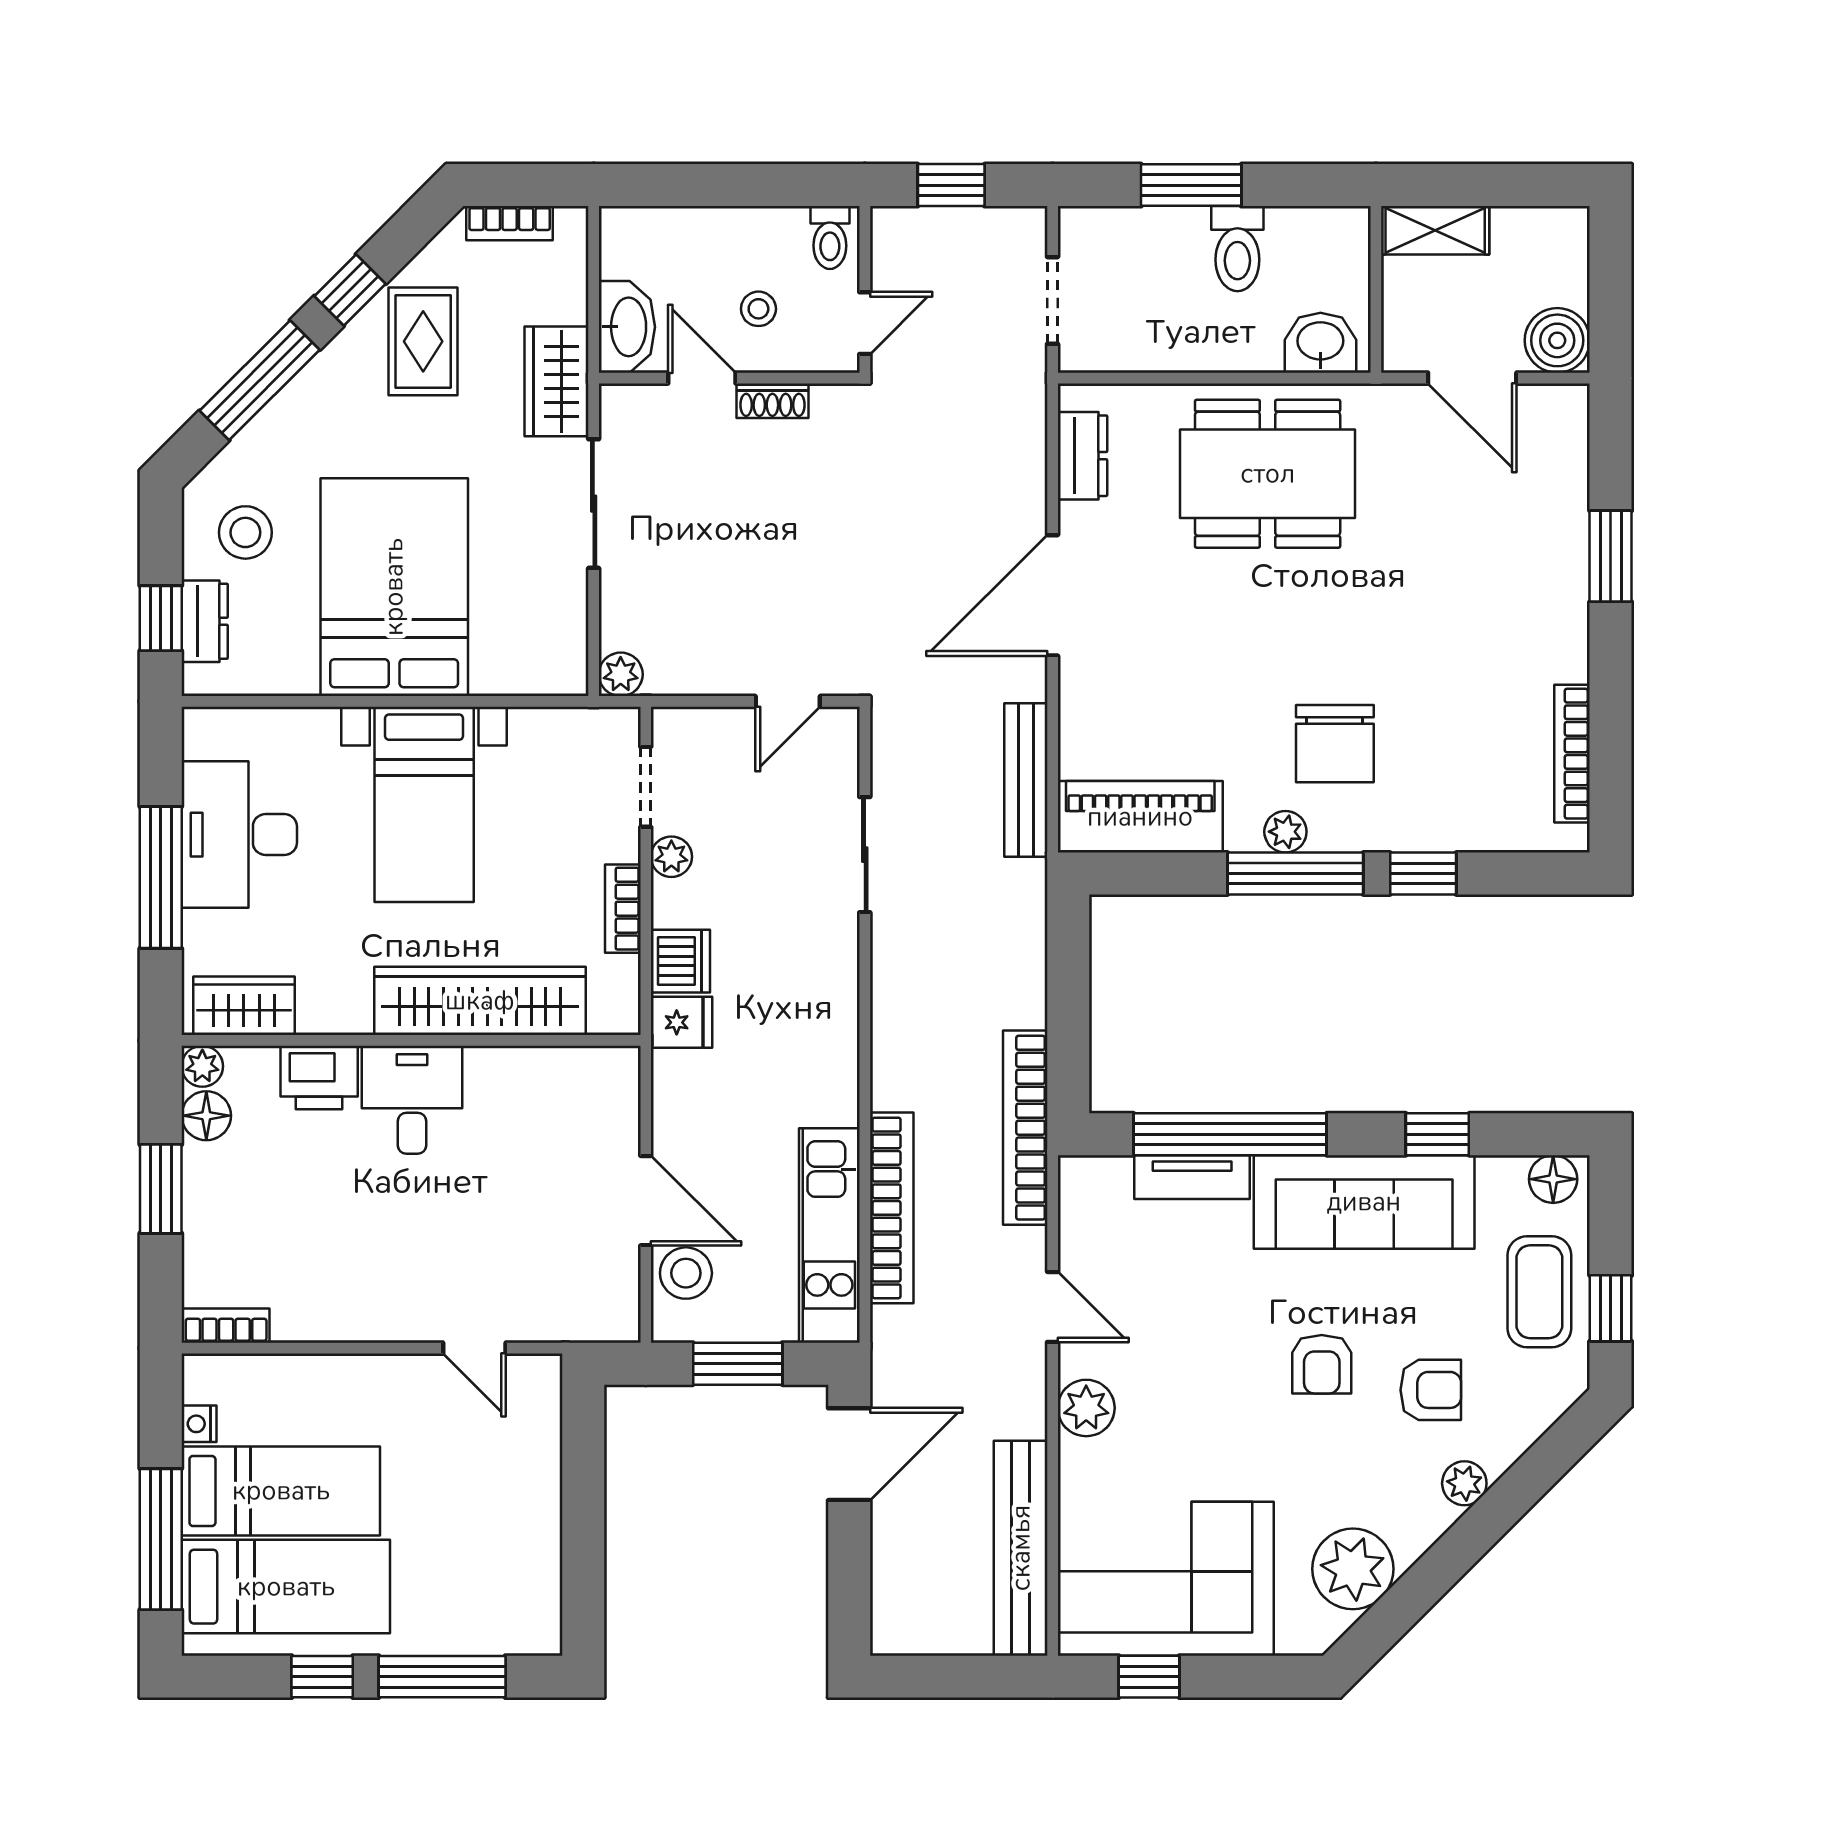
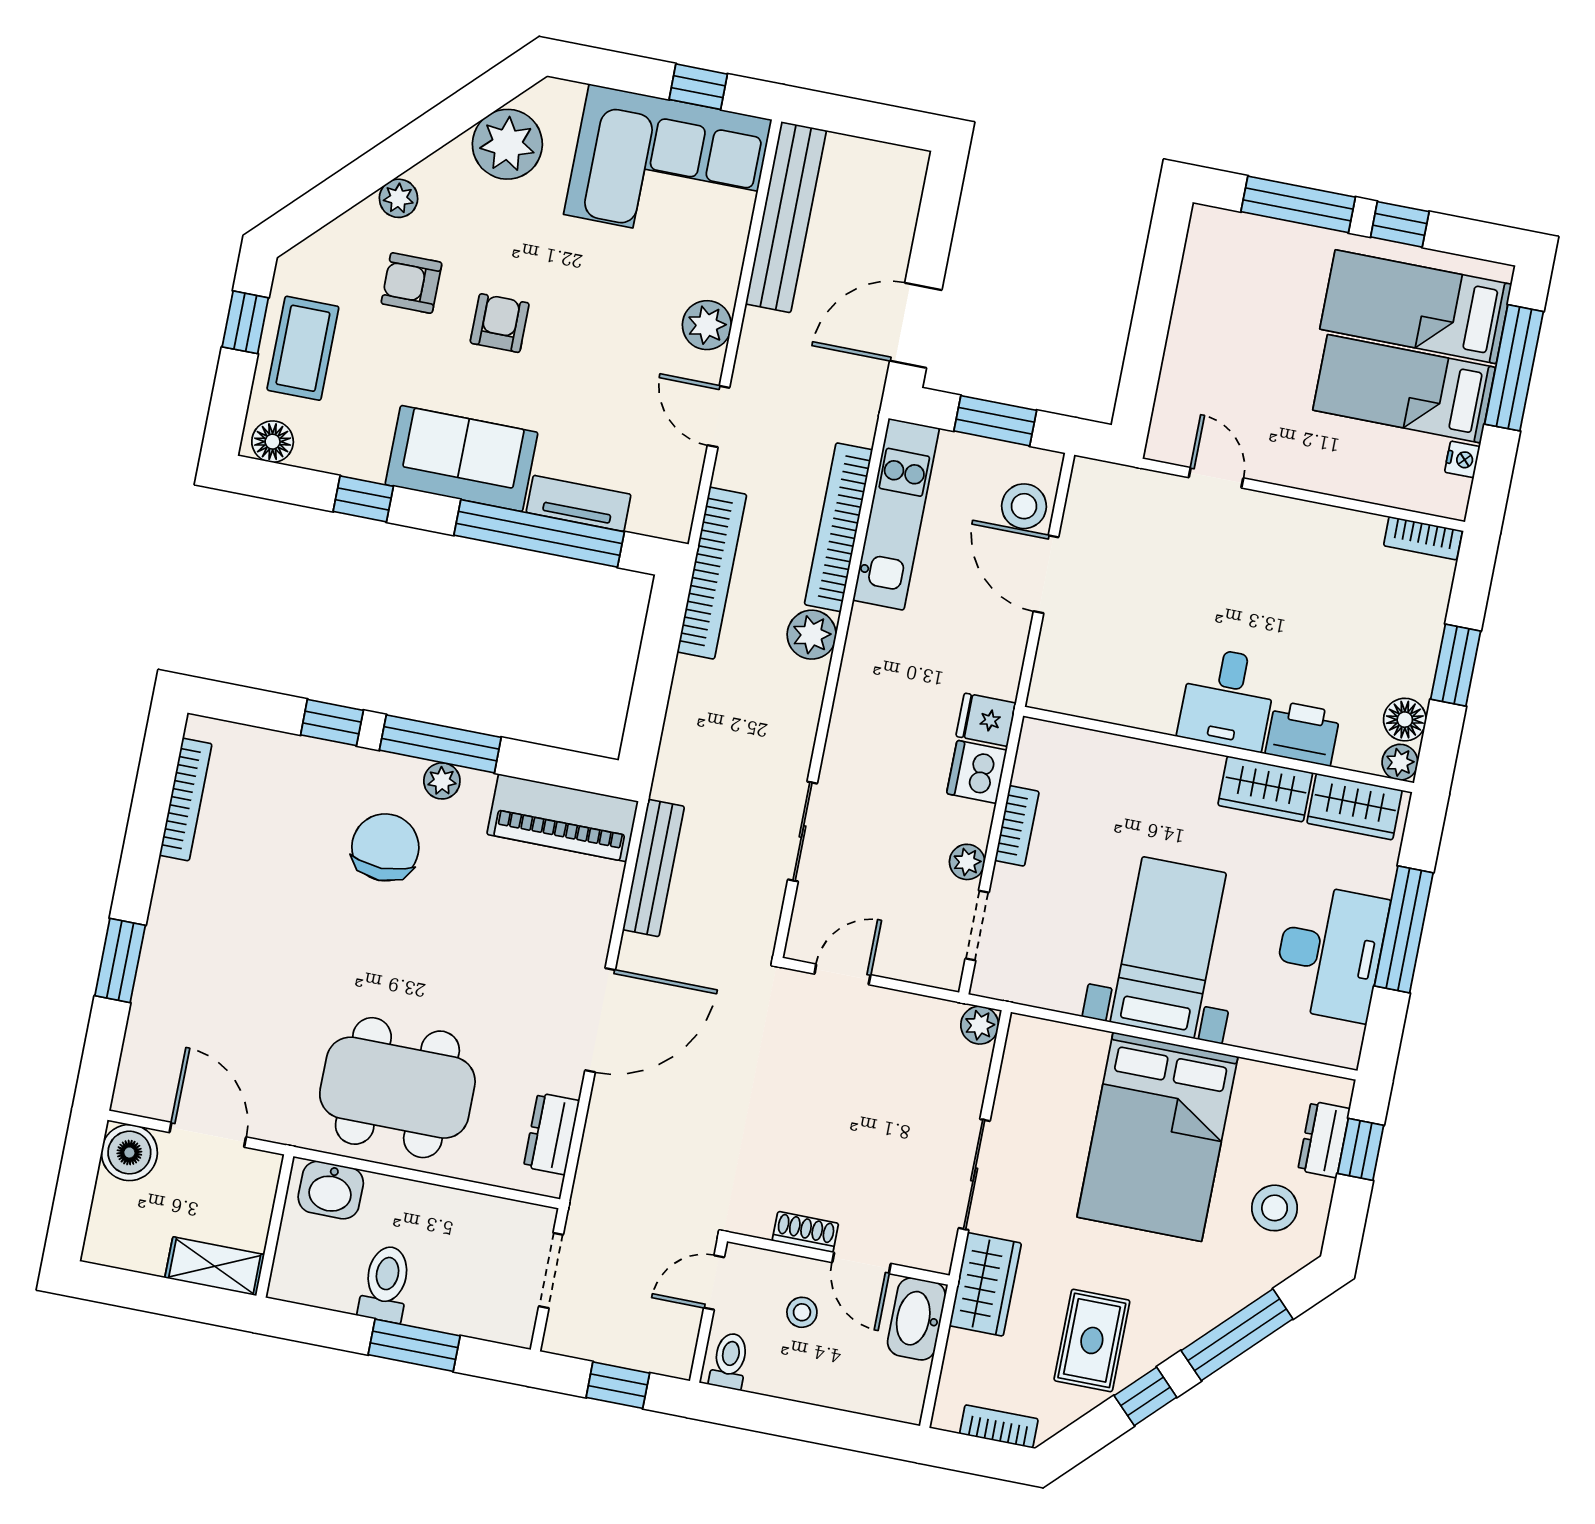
wardrobe: (480, 1001) -> (1265, 789), moved, width x0.48, depth x0.85
plant: (898, 1080) -> (812, 635), added
sofa: (1364, 1202) -> (461, 458), width x0.73

